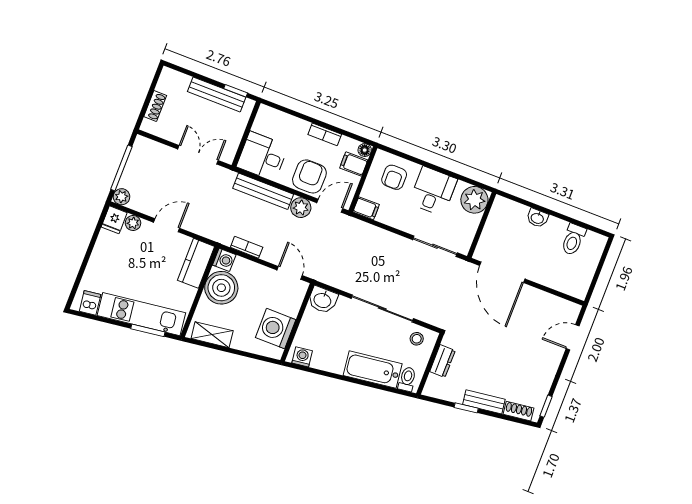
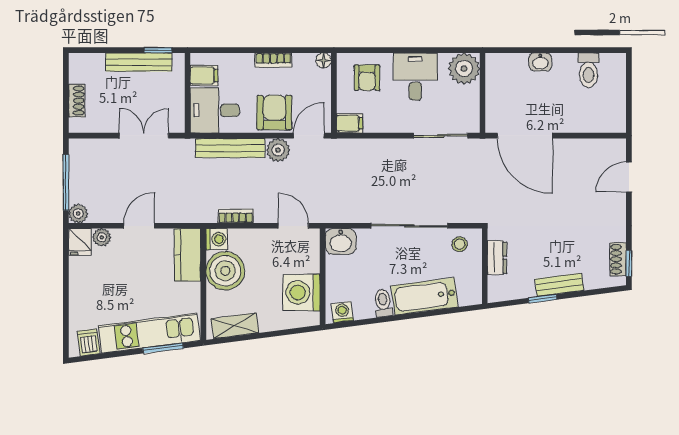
filing cabinet: (354, 164) -> (204, 76), moved, turned 180
toilet: (407, 379) -> (383, 303), moved
shoe rack: (519, 411) -> (618, 259), moved, turned -83

